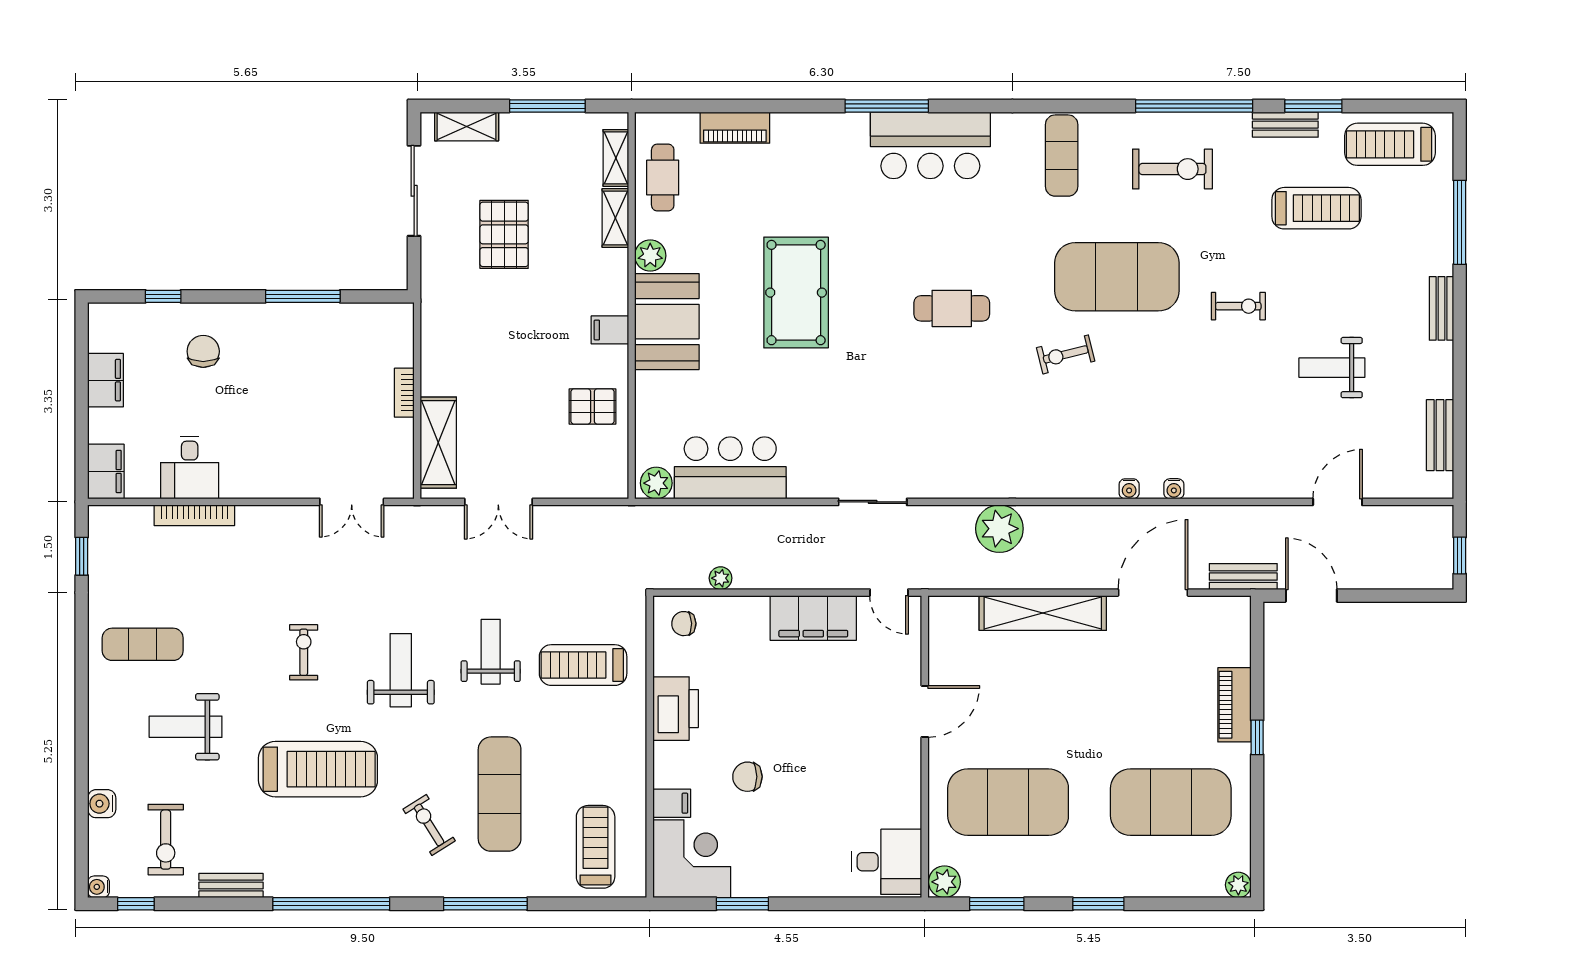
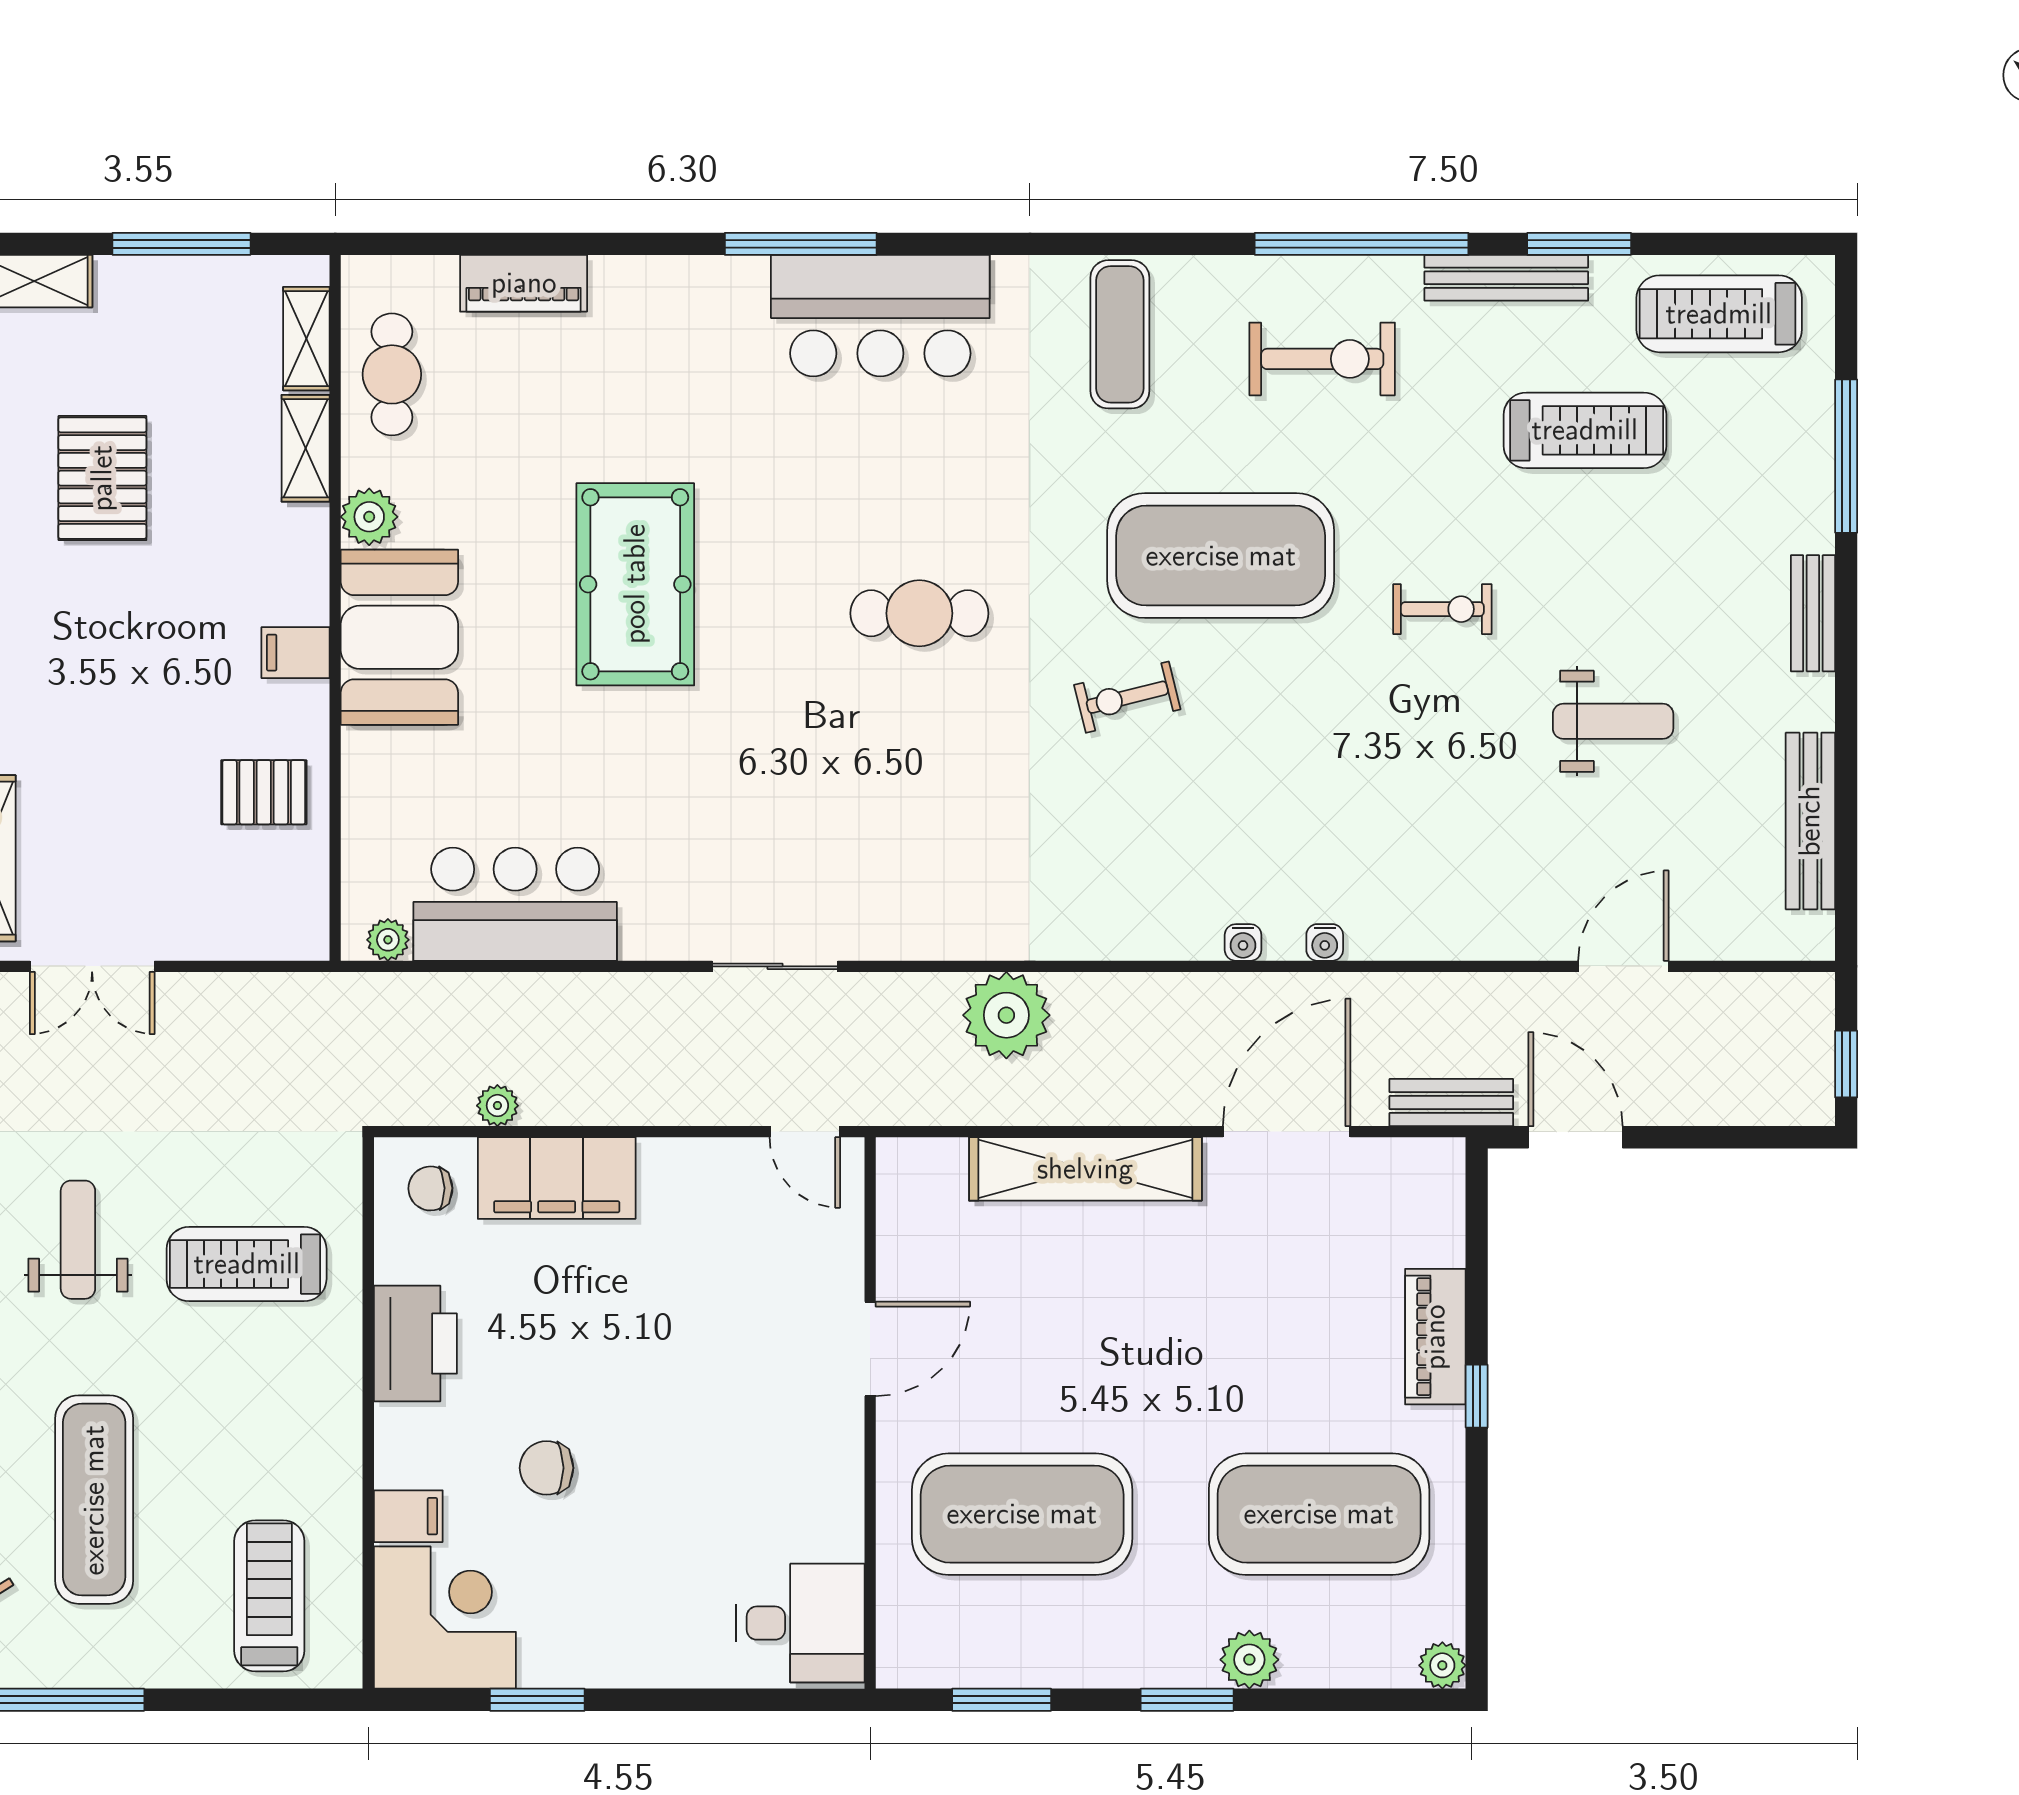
bench: (1285, 125) -> (1506, 278), width x1.36
weight bench: (1332, 368) -> (1613, 721), turned 180
bench: (1440, 435) -> (1810, 821), width x1.36
plant: (656, 483) -> (388, 940), width x0.73, depth x0.73
filing cabinet: (813, 618) -> (557, 1178), moved
plant: (944, 882) -> (1249, 1660), moved

